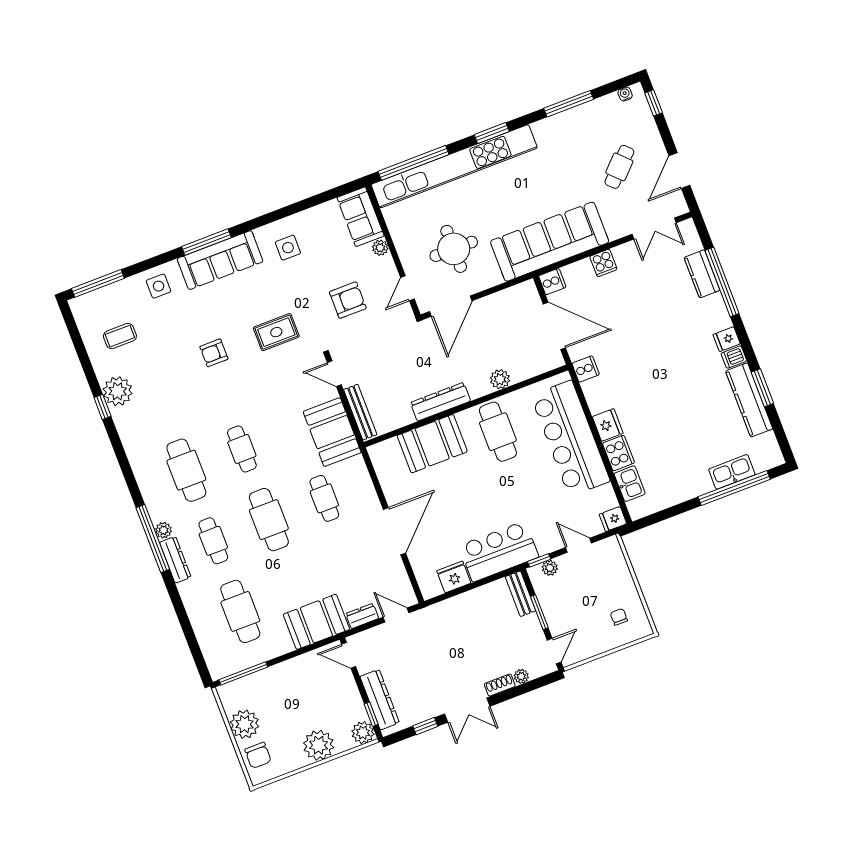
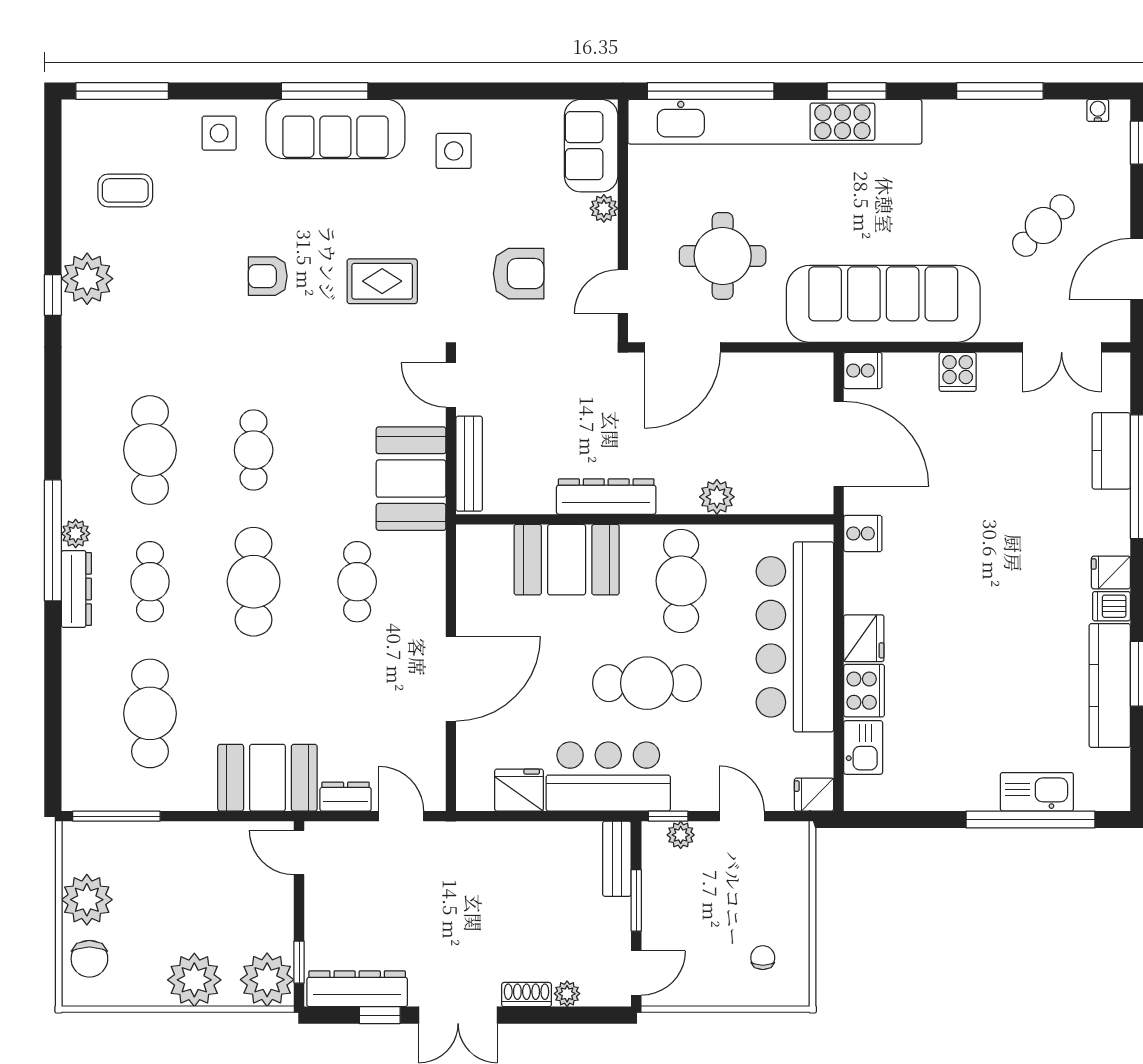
cafe table: (501, 493) -> (647, 683), added
dresser: (380, 700) -> (357, 989), moved, turned -90
plant: (363, 733) -> (267, 980), width x1.36, depth x1.36

